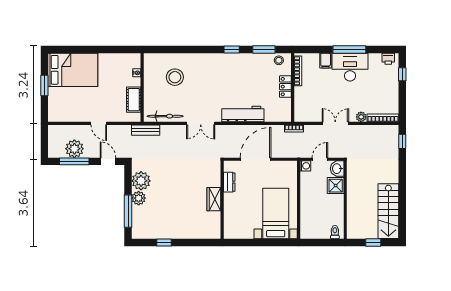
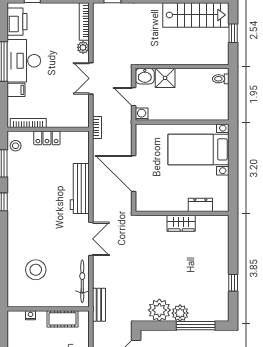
printer: (388, 59) -> (17, 22), width x1.87, depth x1.48
dresser: (229, 182) -> (200, 205), moved

